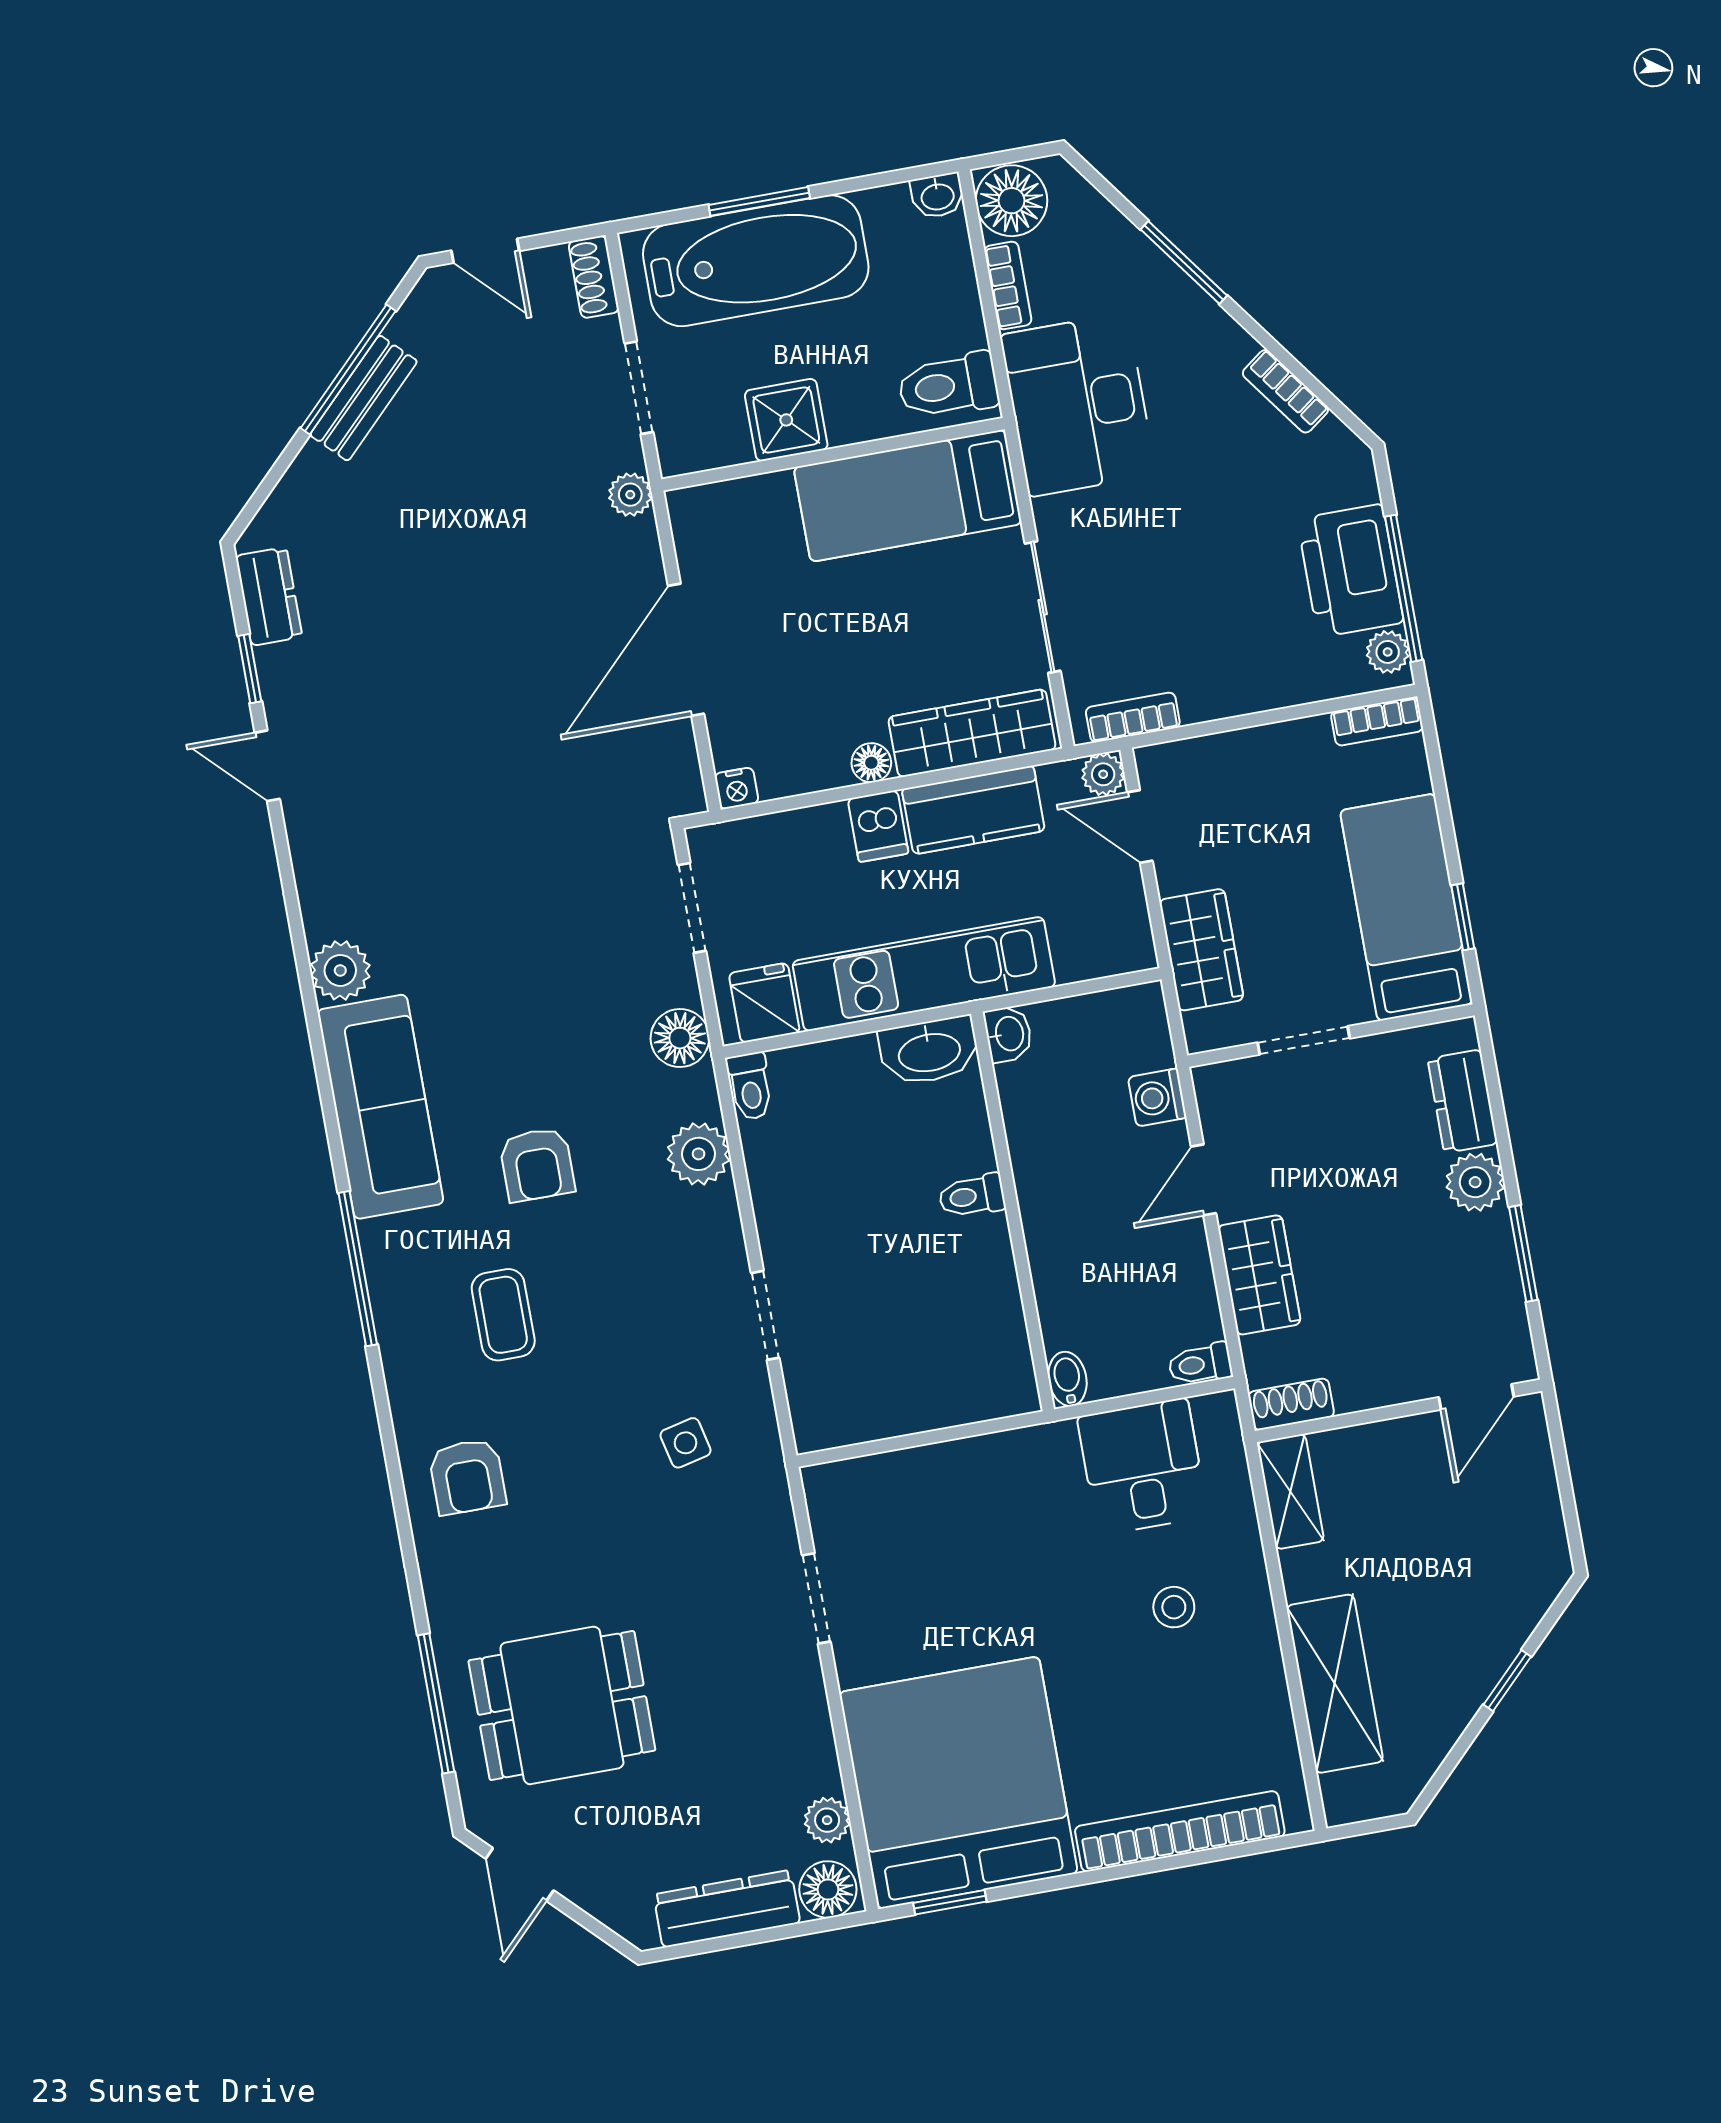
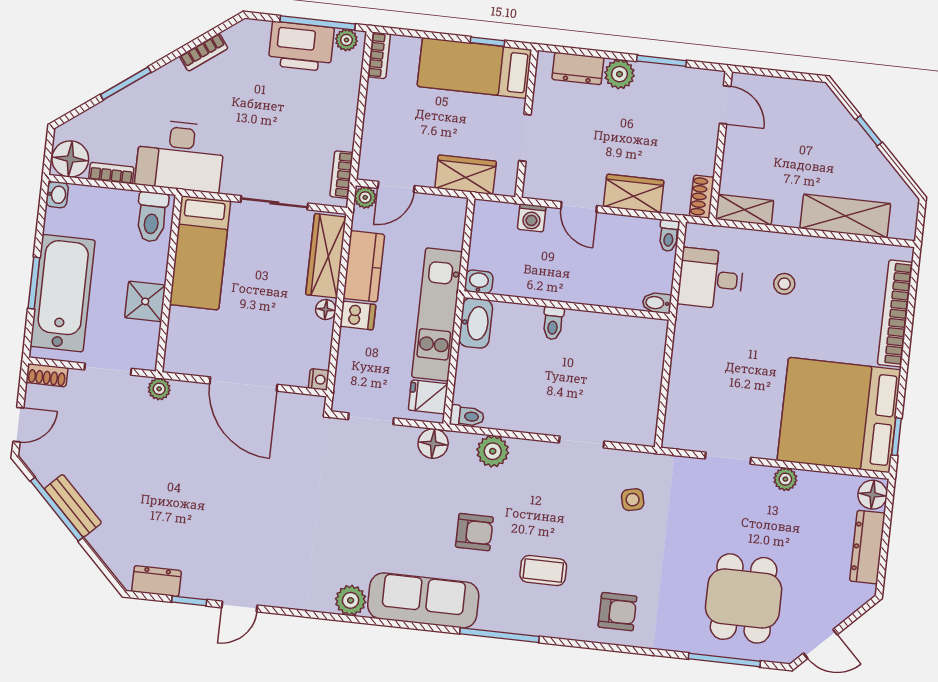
plant: (827, 1820) -> (785, 479), moved

